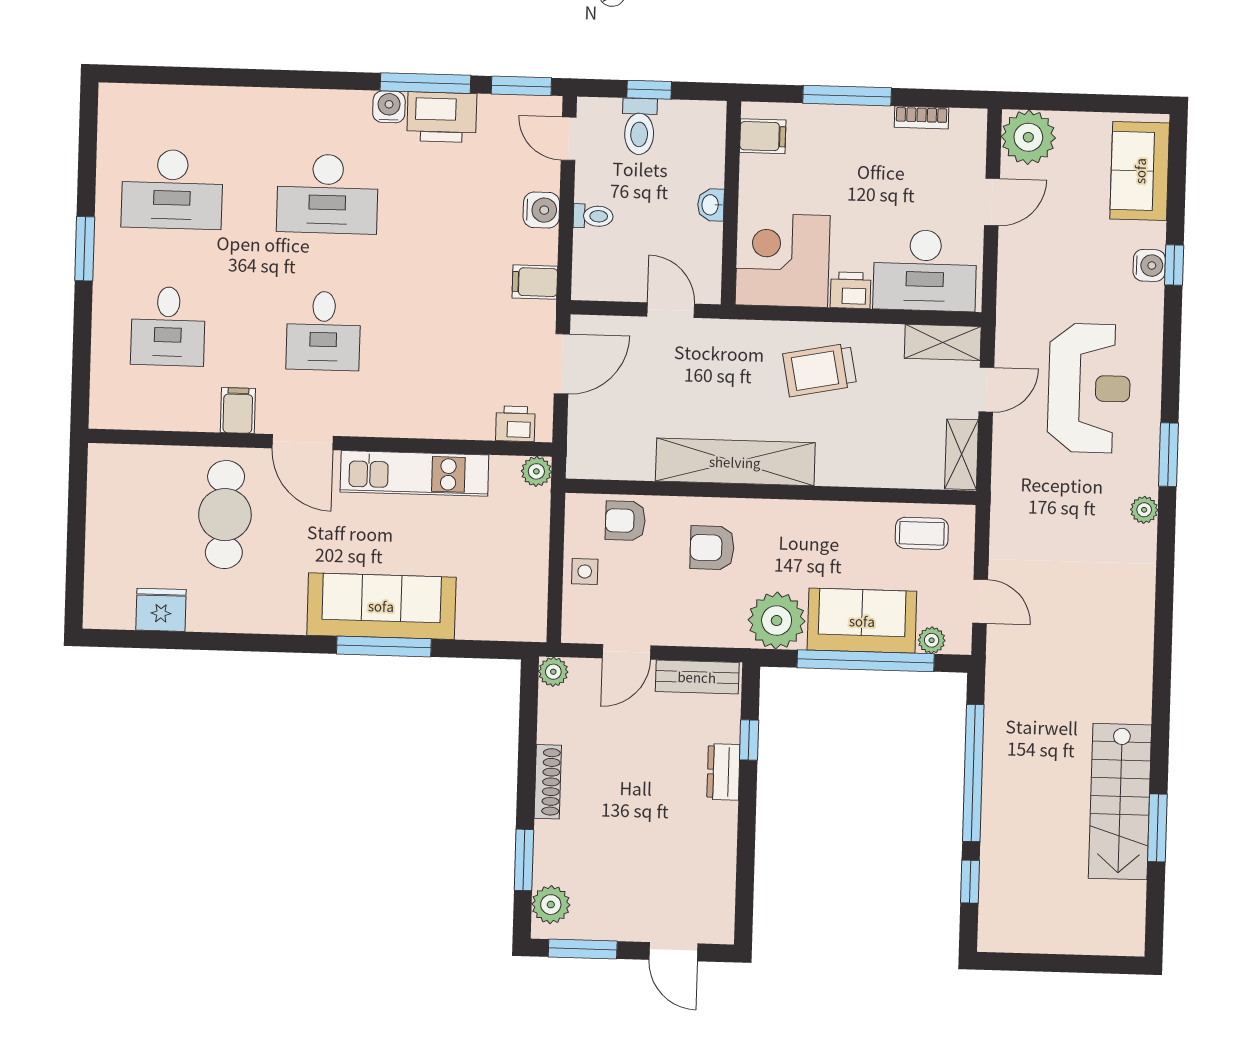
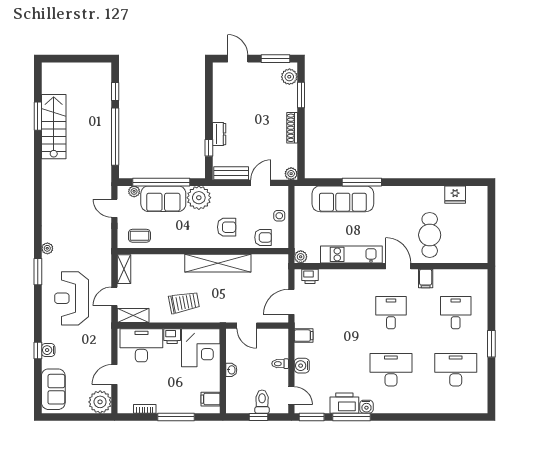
sofa: (381, 606) -> (343, 199), moved

